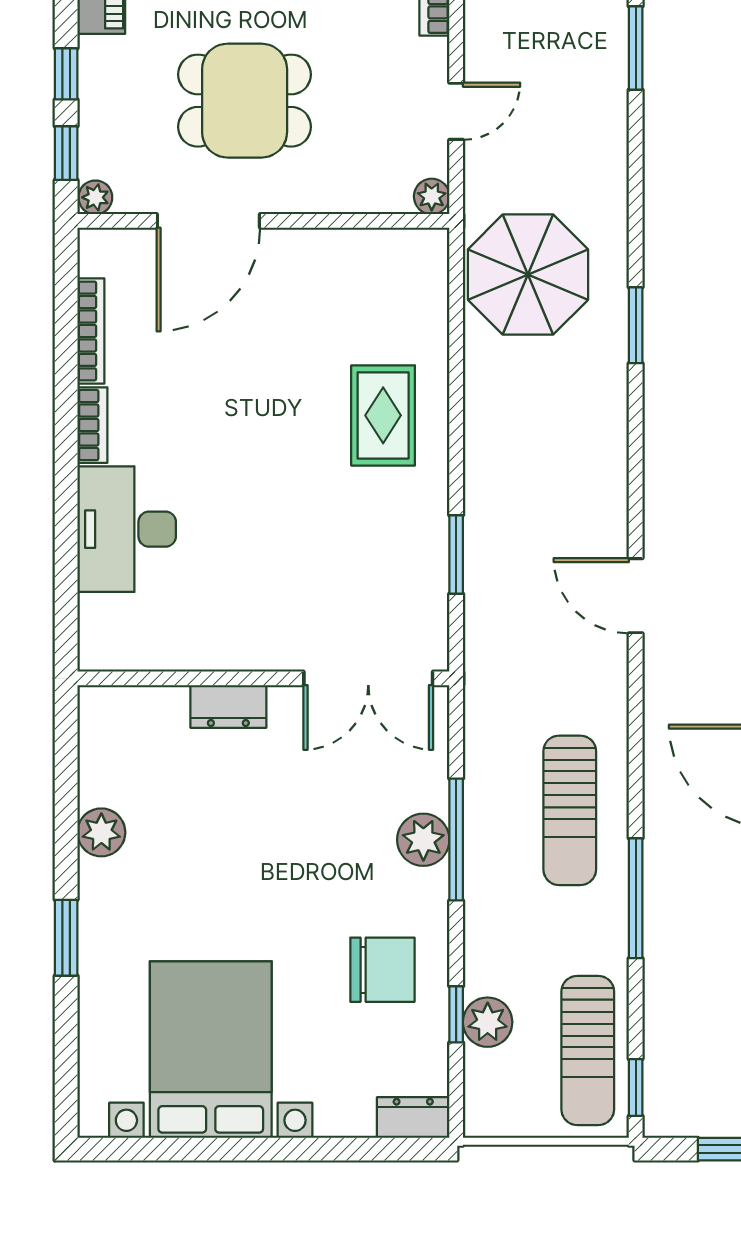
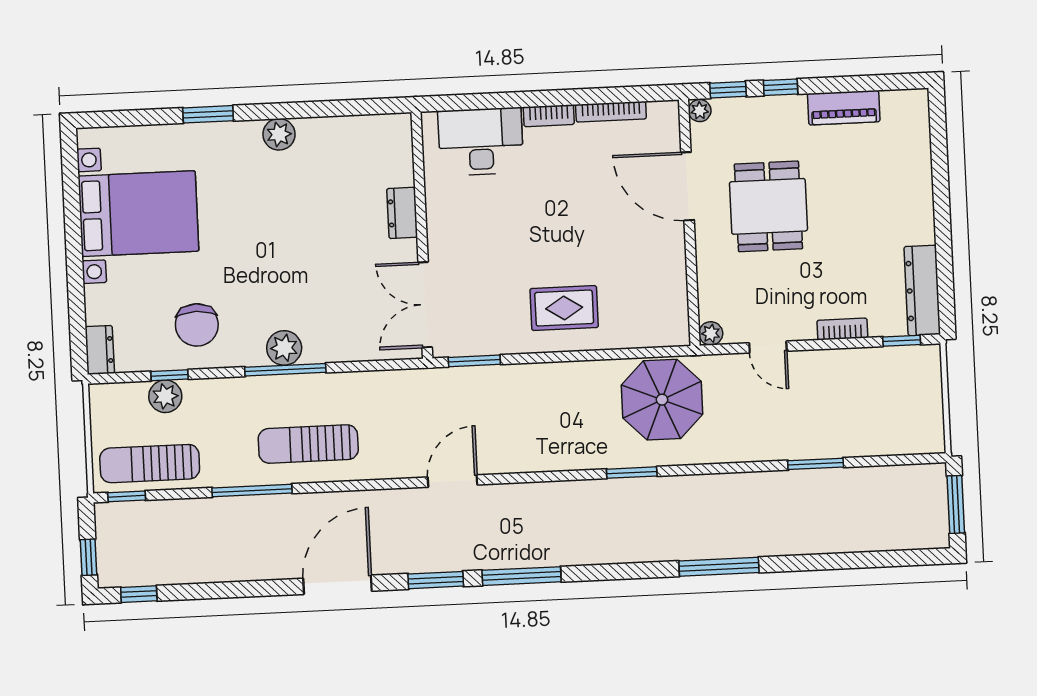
wall: (263, 678) -> (422, 235), moved
double door: (368, 678) -> (425, 305), moved
dresser: (228, 706) -> (402, 213), moved

